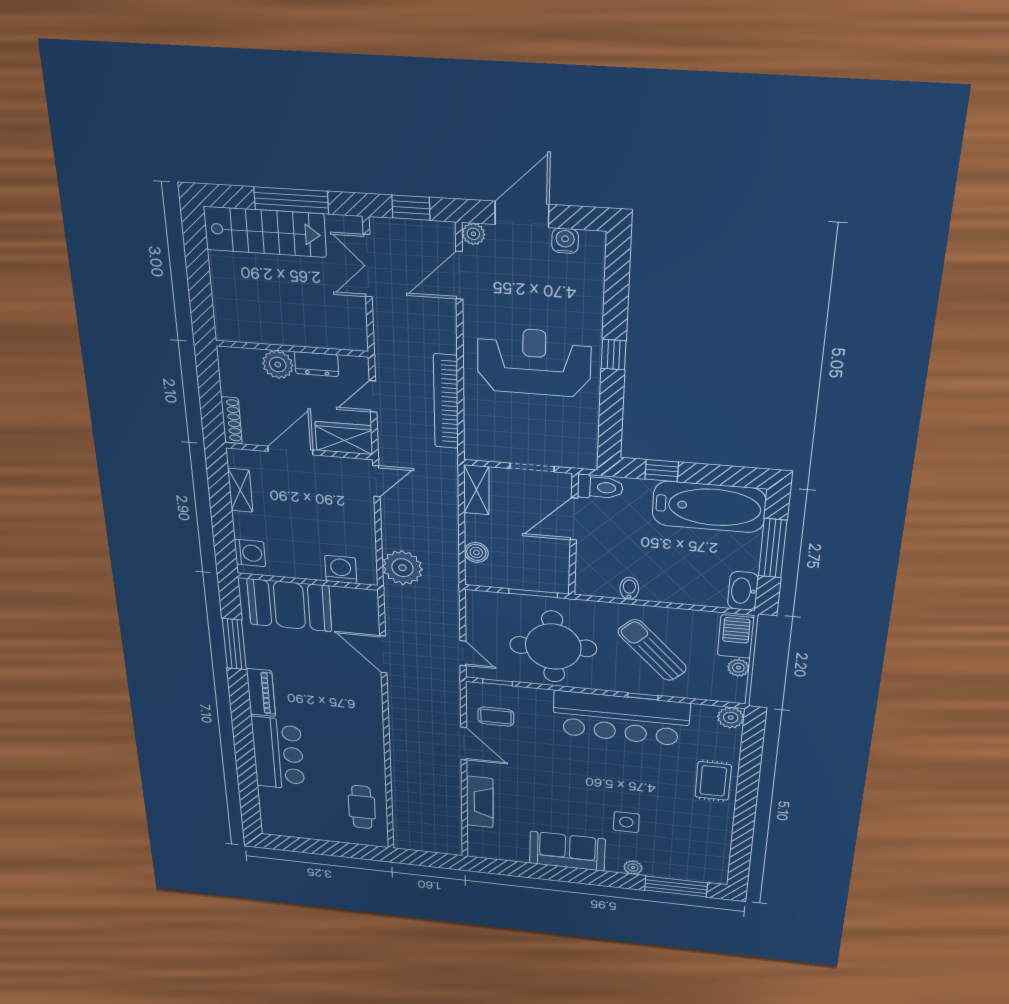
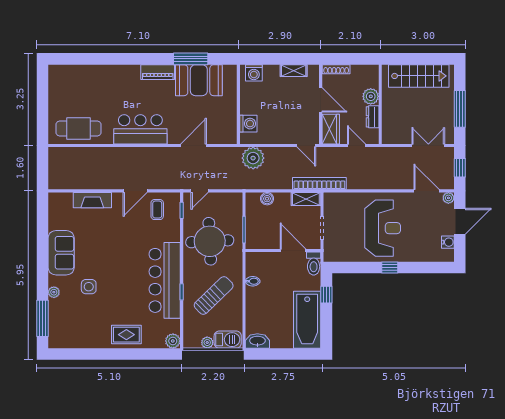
door: (522, 214) -> (460, 221), hinge flipped
stairs: (265, 232) -> (419, 76), moved, turned -90
bookcase: (446, 402) -> (319, 183), moved
window: (773, 548) -> (285, 354), removed
booth: (289, 605) -> (199, 80), moved, turned 90
bar counter: (278, 754) -> (140, 129), moved, turned 180
cafe table: (362, 807) -> (78, 129), width x1.37, depth x1.35

